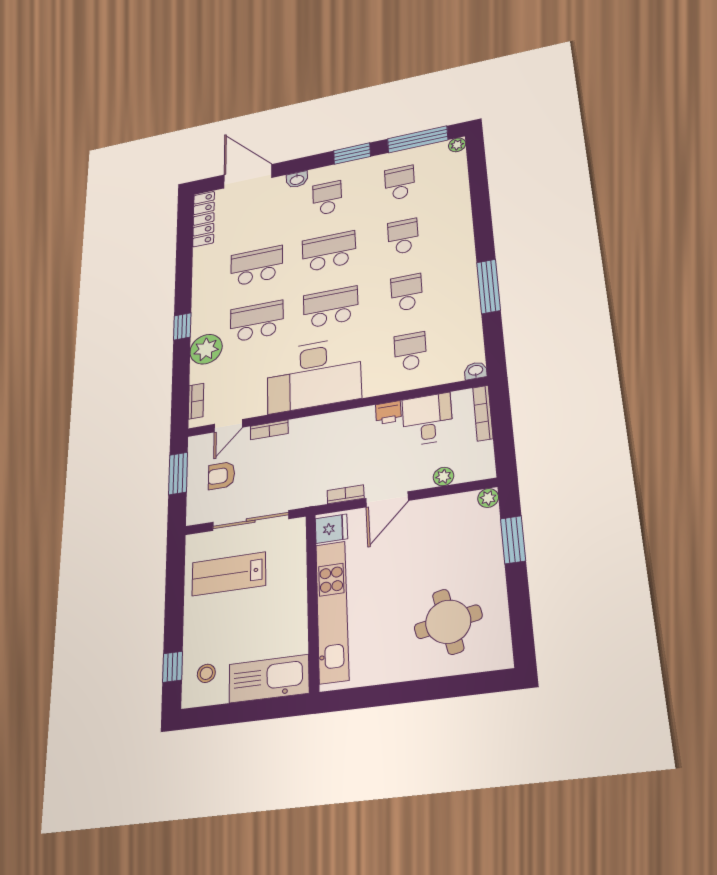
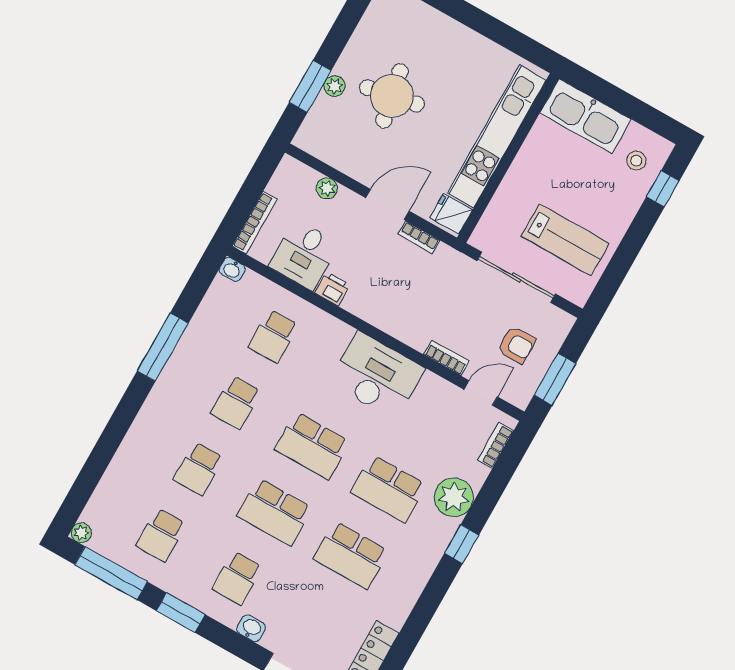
desk: (314, 375) -> (377, 376), width x0.73, depth x0.77
plant: (488, 498) -> (335, 86), moved
round table: (448, 622) -> (392, 96), moved

